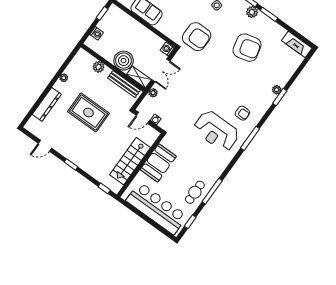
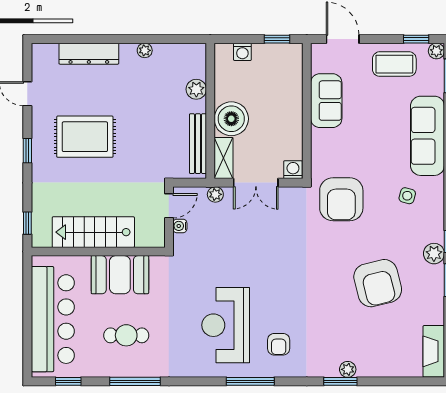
rug: (88, 112) -> (85, 137), moved, turned 90
door: (143, 118) -> (169, 206), swing flipped
cafe table: (195, 192) -> (126, 335), moved

